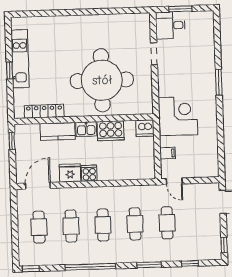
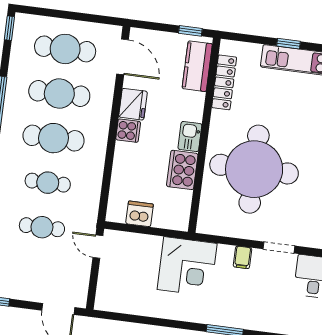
dishwasher: (145, 128) -> (140, 214), moved, turned 90
kitchen counter: (58, 131) -> (197, 66), moved
filing cabinet: (168, 153) -> (243, 257), moved
door: (174, 181) -> (98, 247), hinge flipped
cafe table: (103, 225) -> (54, 138), width x1.37, depth x1.35
cafe table: (71, 226) -> (59, 94), width x1.37, depth x1.35
cafe table: (39, 227) -> (65, 49), width x1.37, depth x1.35

